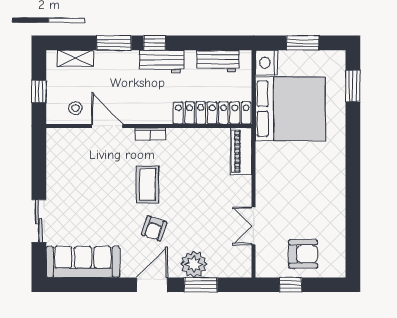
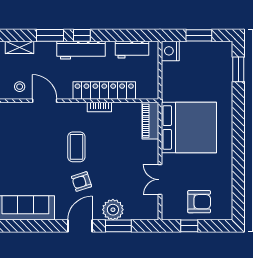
workbench: (162, 62) -> (81, 50), width x1.37
bed: (290, 109) -> (189, 127), moved
locker: (212, 113) -> (104, 91), moved
bookcase: (151, 134) -> (99, 107), moved
armchair: (154, 228) -> (82, 182), turned 53

